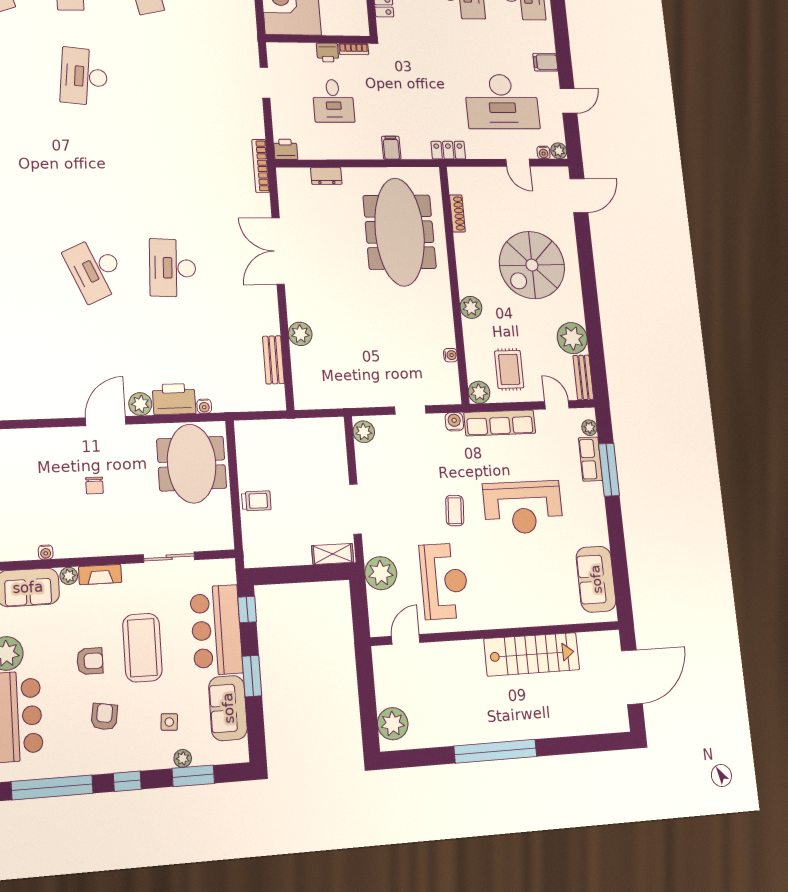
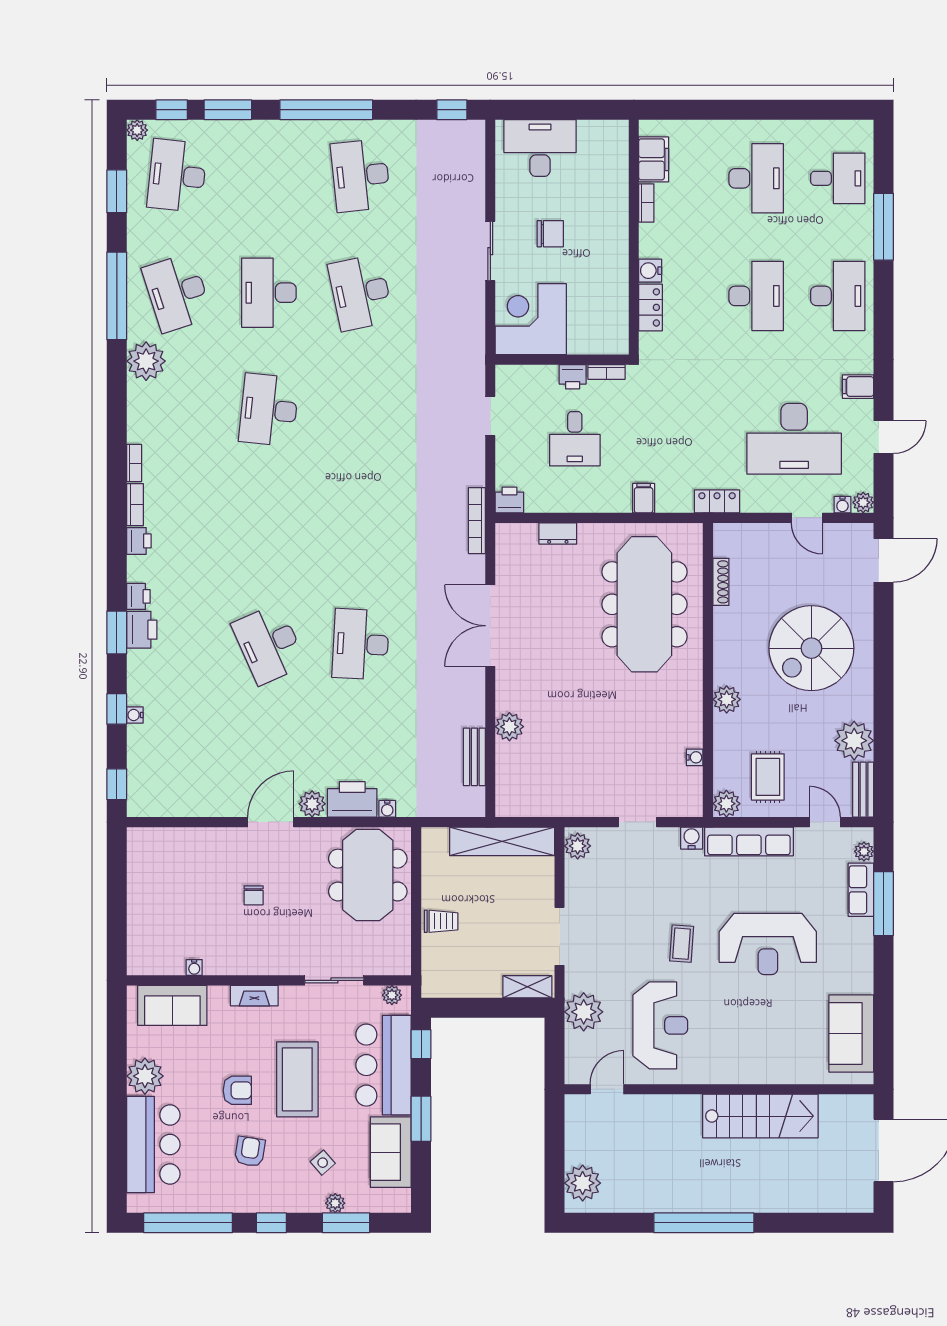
shelving: (302, 430) -> (502, 841), added
plant: (69, 576) -> (392, 995), moved
side table: (169, 722) -> (323, 1163), turned 45

